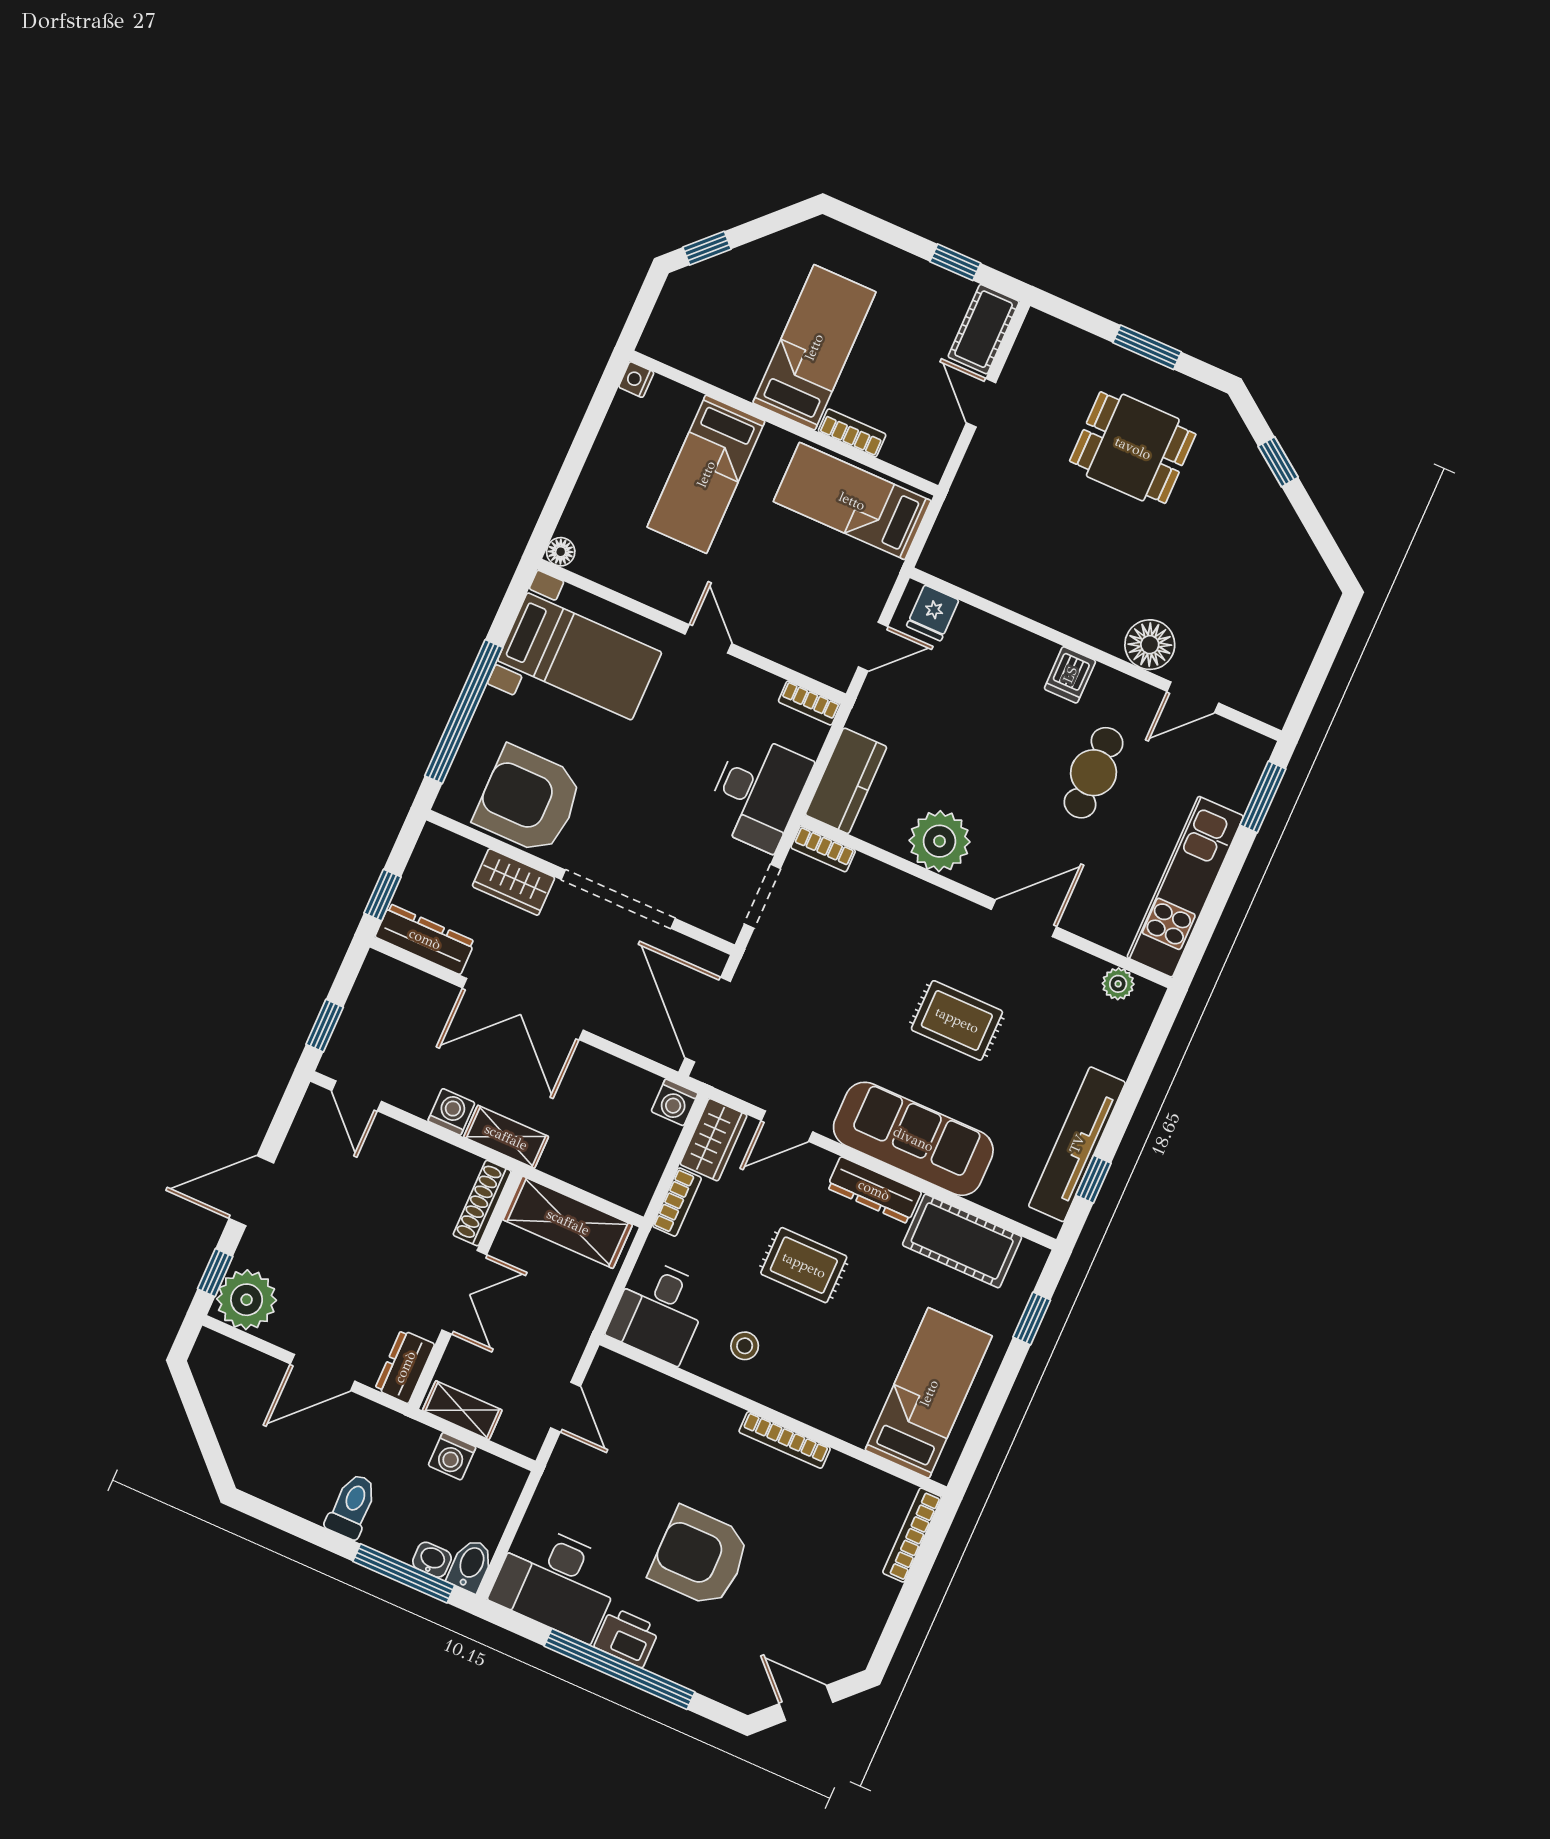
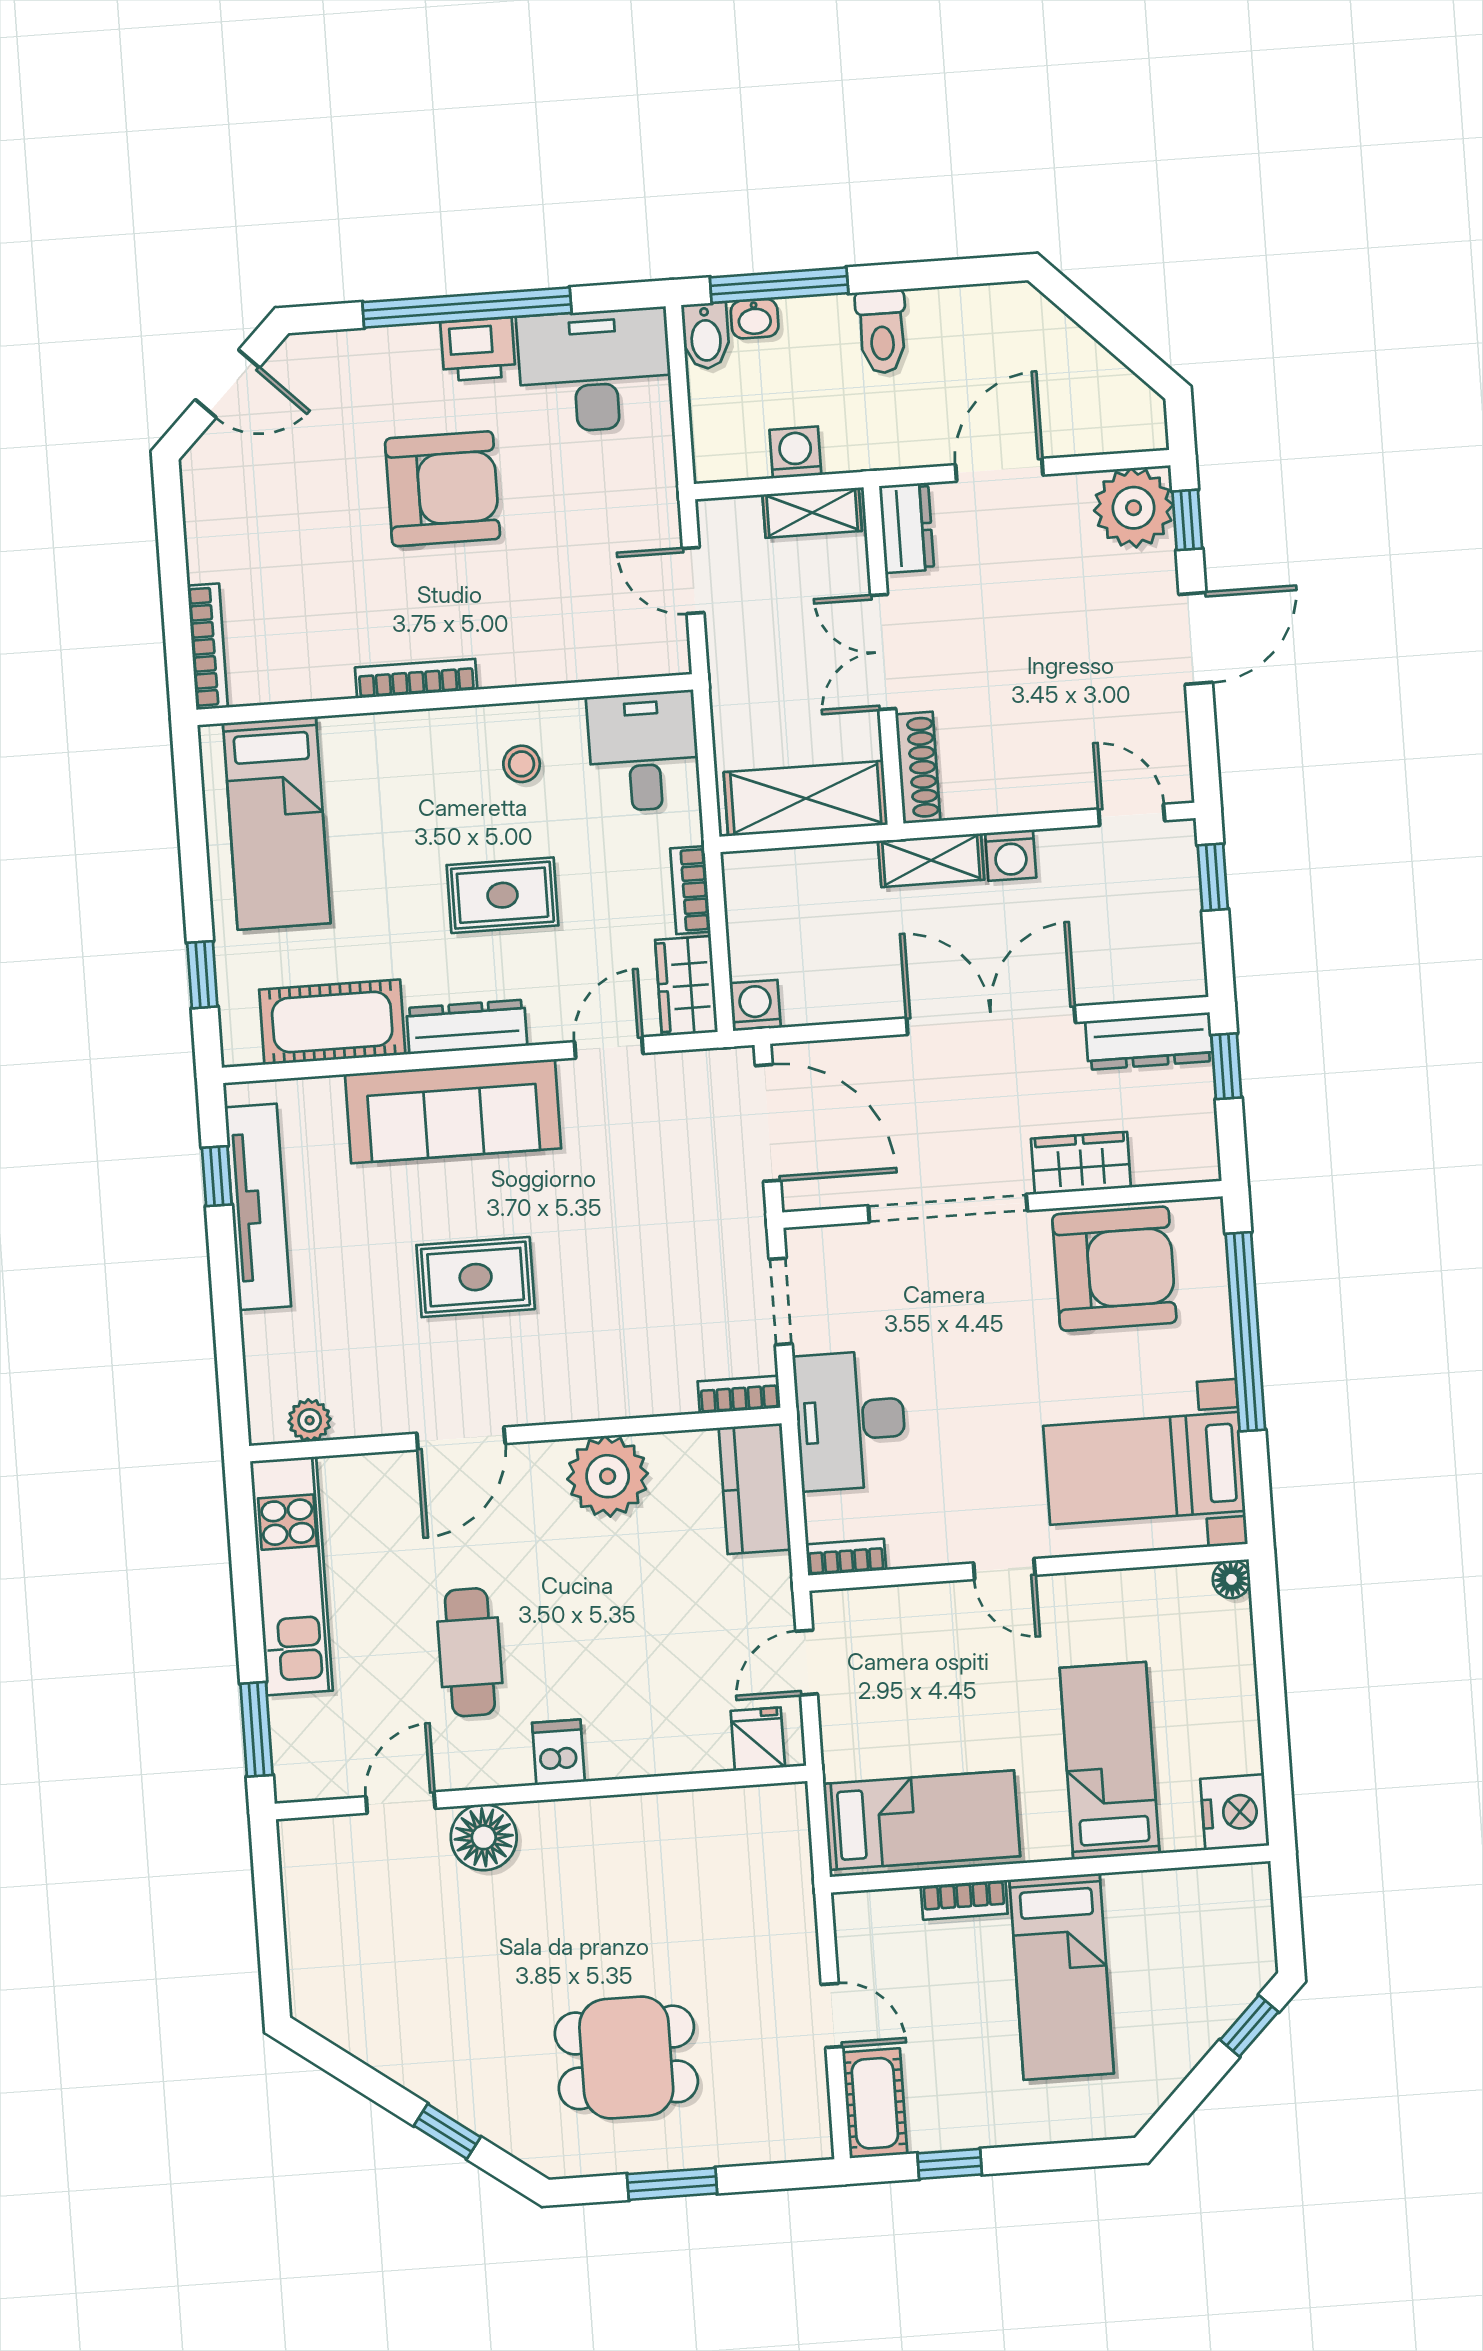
nightstand: (636, 380) -> (1235, 1812), width x1.89, depth x1.79

